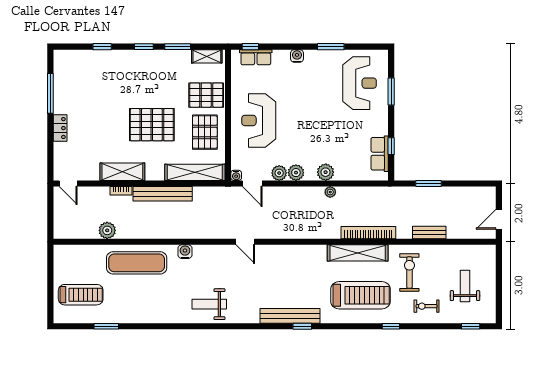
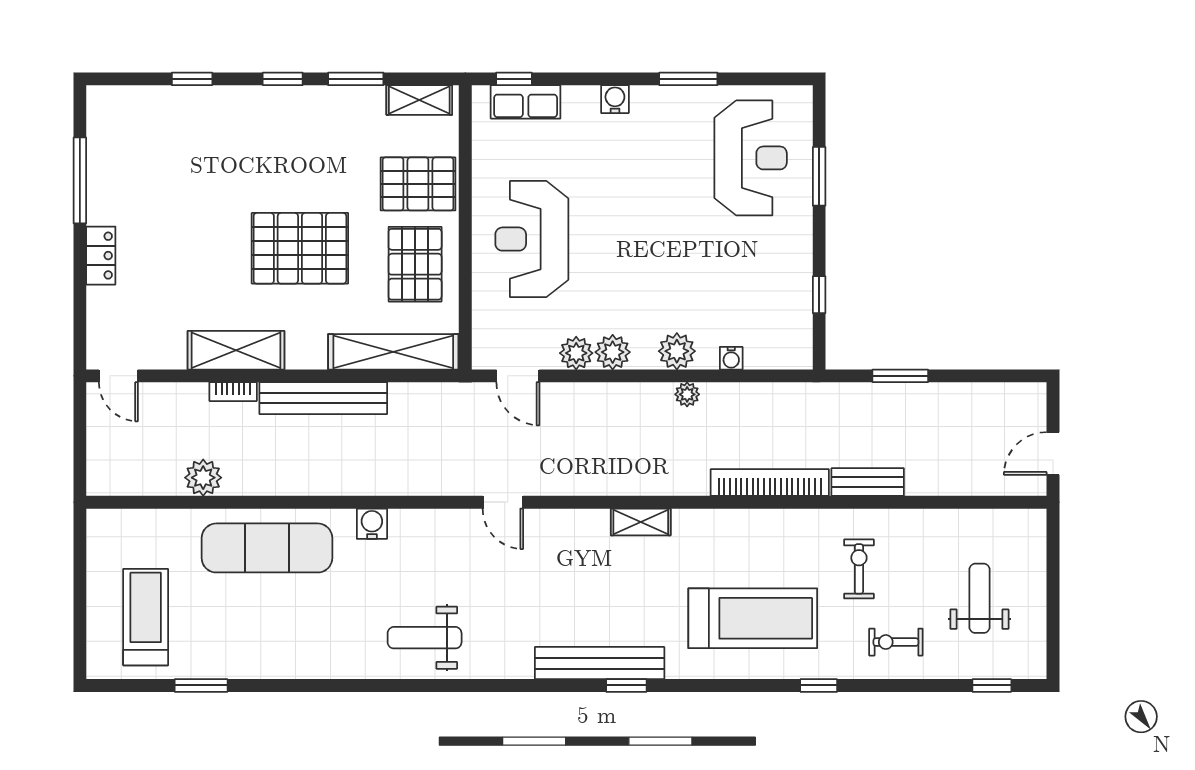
row of seats: (380, 154) -> (794, 311), removed
water cooler: (236, 175) -> (731, 358), moved
bench: (429, 232) -> (868, 482), moved
shelving: (358, 253) -> (641, 522), moved, width x0.45, depth x0.75
exercise bike: (409, 273) -> (859, 569), width x0.73, depth x0.72
treadmill: (81, 295) -> (146, 617), turned -90

